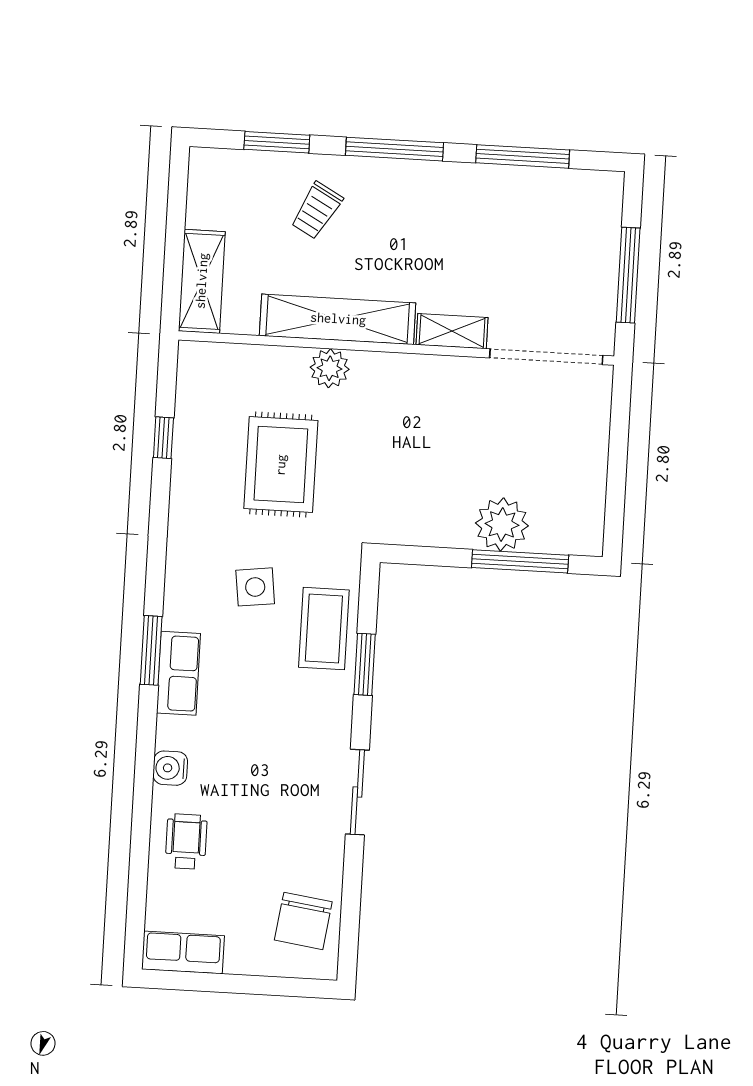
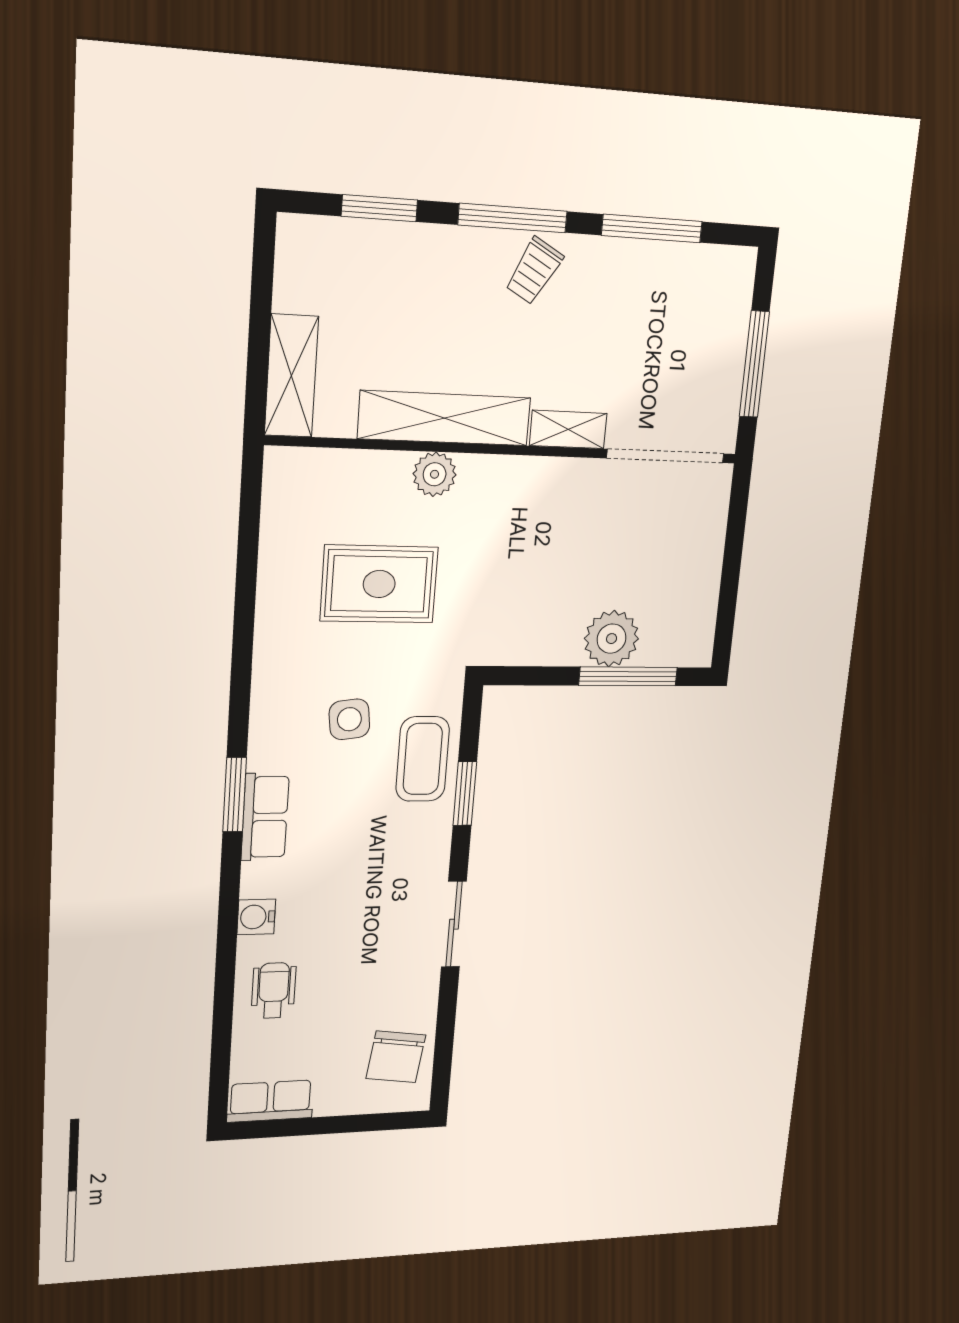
trolley: (317, 210) -> (534, 271), moved
window: (163, 438) -> (247, 559), removed
rug: (281, 465) -> (379, 584), turned 90

